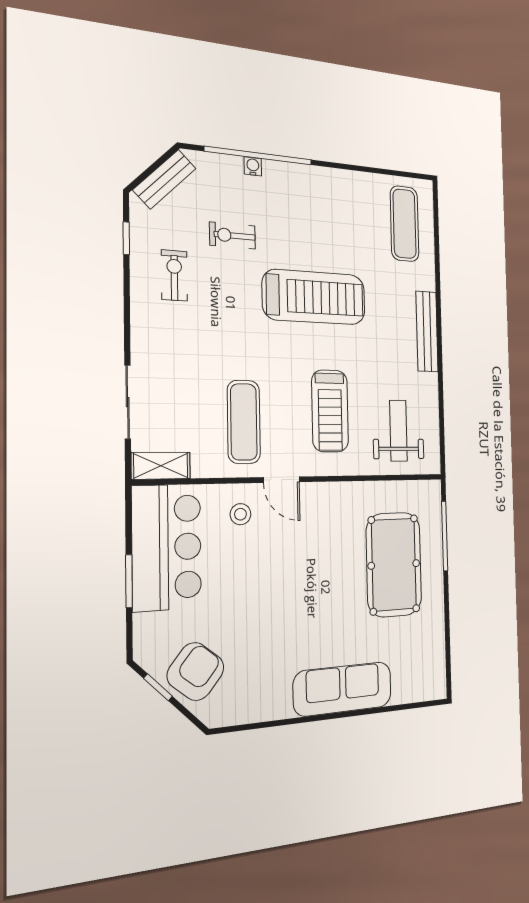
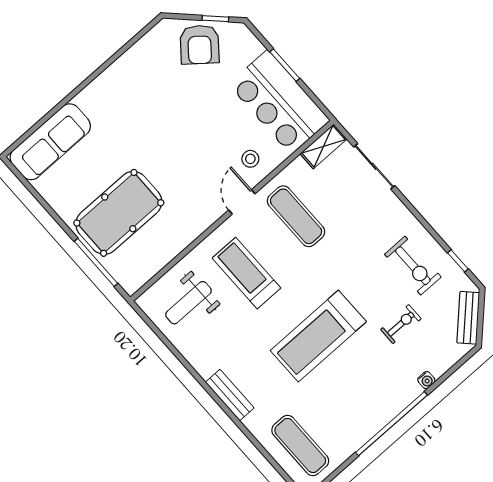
window: (259, 156) -> (391, 424), moved
exercise bike: (174, 275) -> (413, 266), width x1.38, depth x1.39
bench: (427, 331) -> (230, 395), width x0.73
weight bench: (398, 431) -> (189, 303), turned 90
door: (281, 480) -> (242, 202), hinge flipped
pool table: (394, 564) -> (119, 213), turned 90
sofa: (343, 689) -> (50, 142), moved

